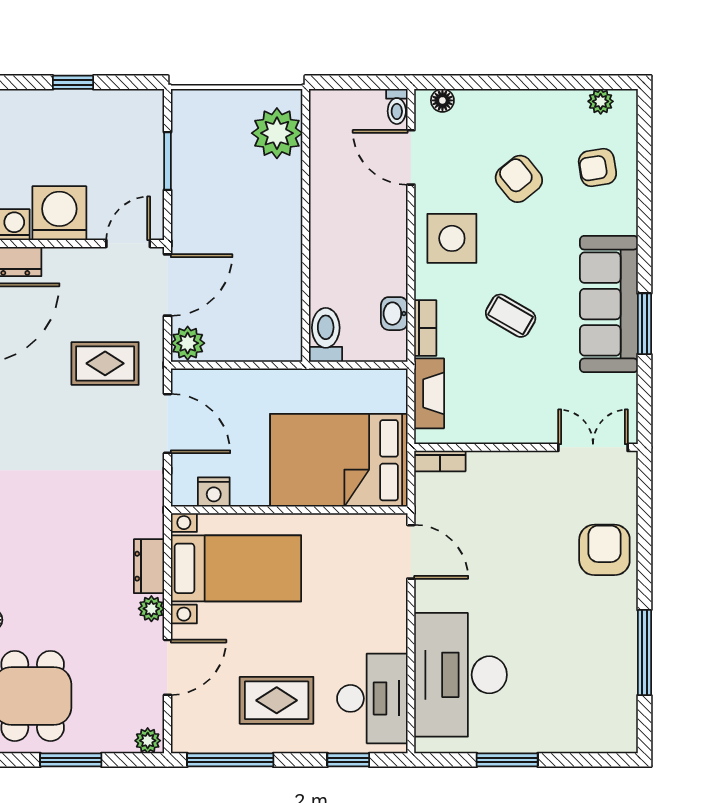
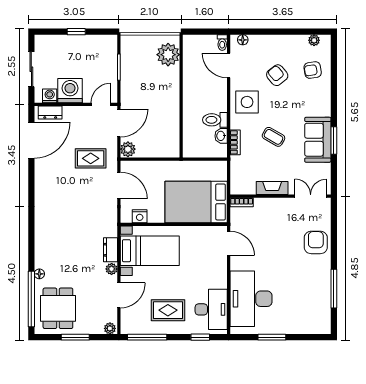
sofa: (609, 304) -> (318, 140), width x0.73
toilet: (326, 335) -> (215, 120), moved, turned -90
fireplace: (429, 393) -> (272, 188), moved, turned -90

